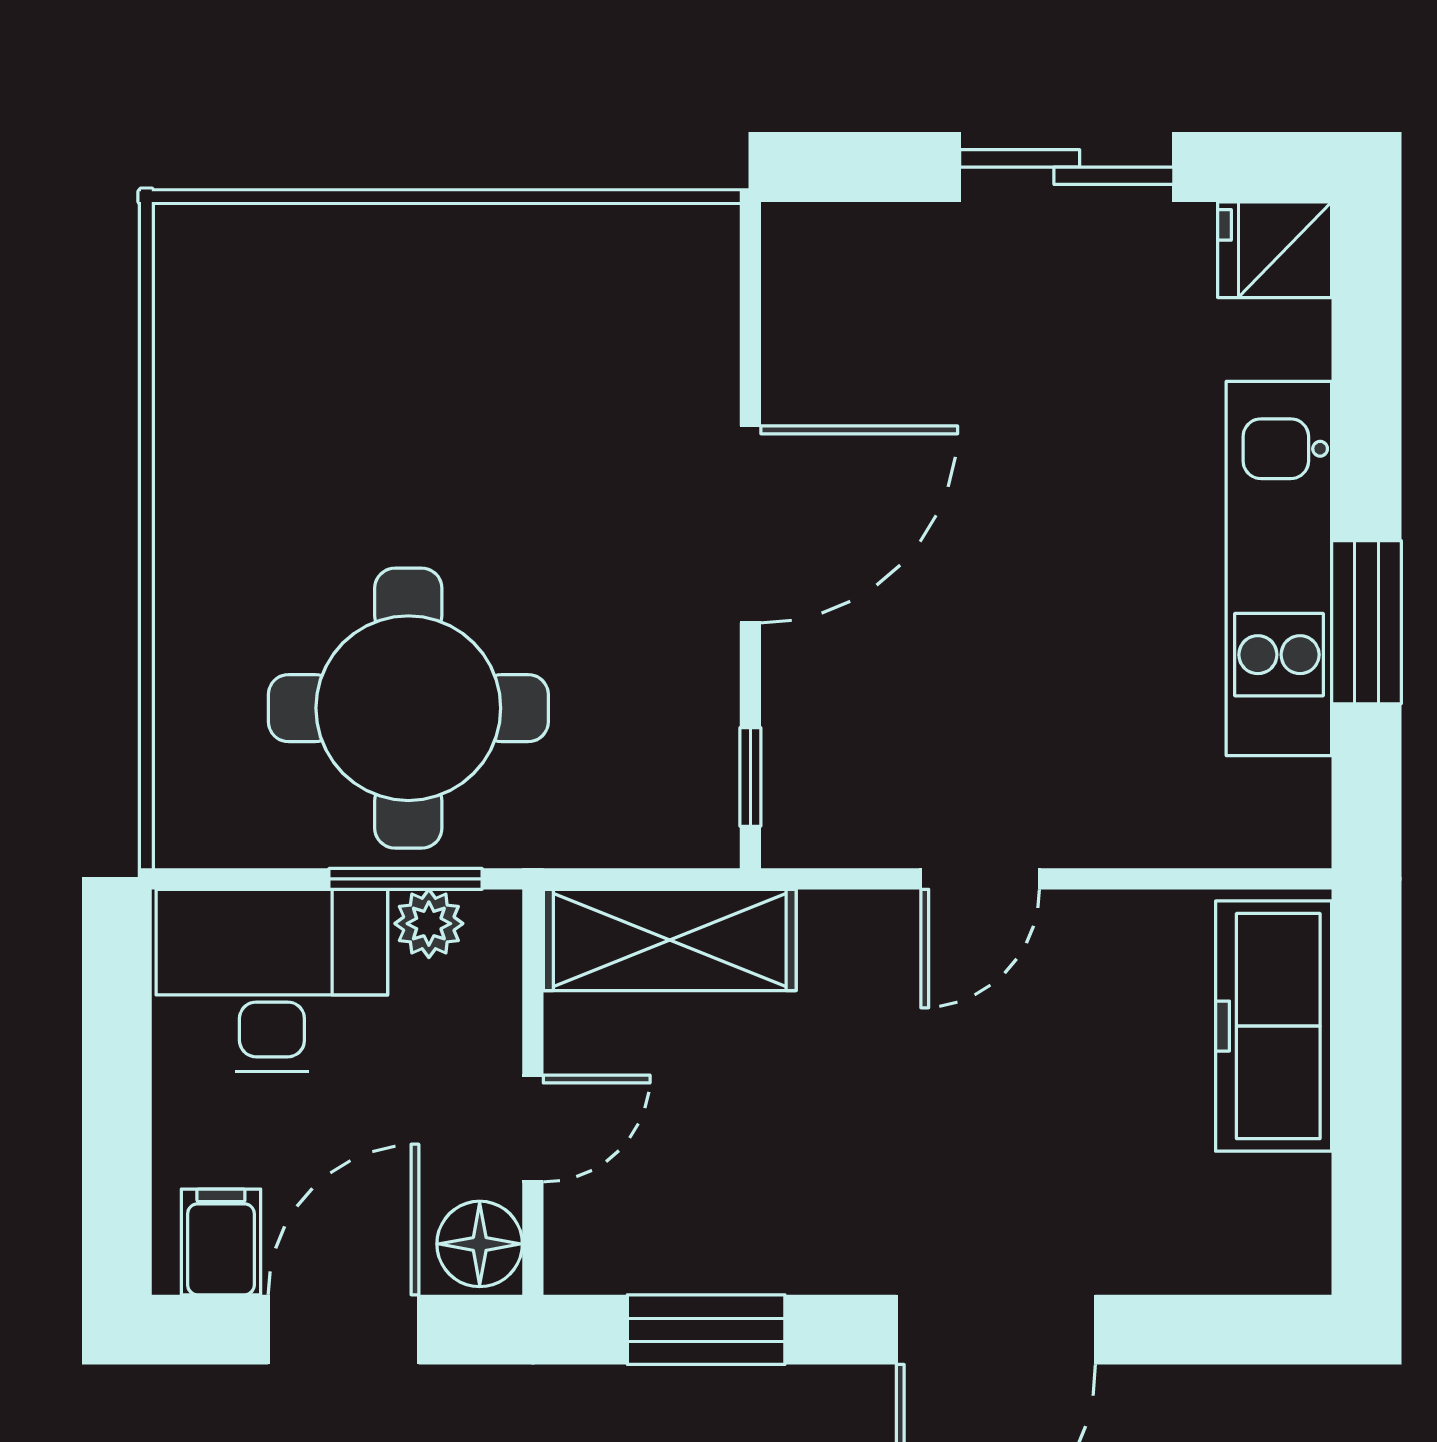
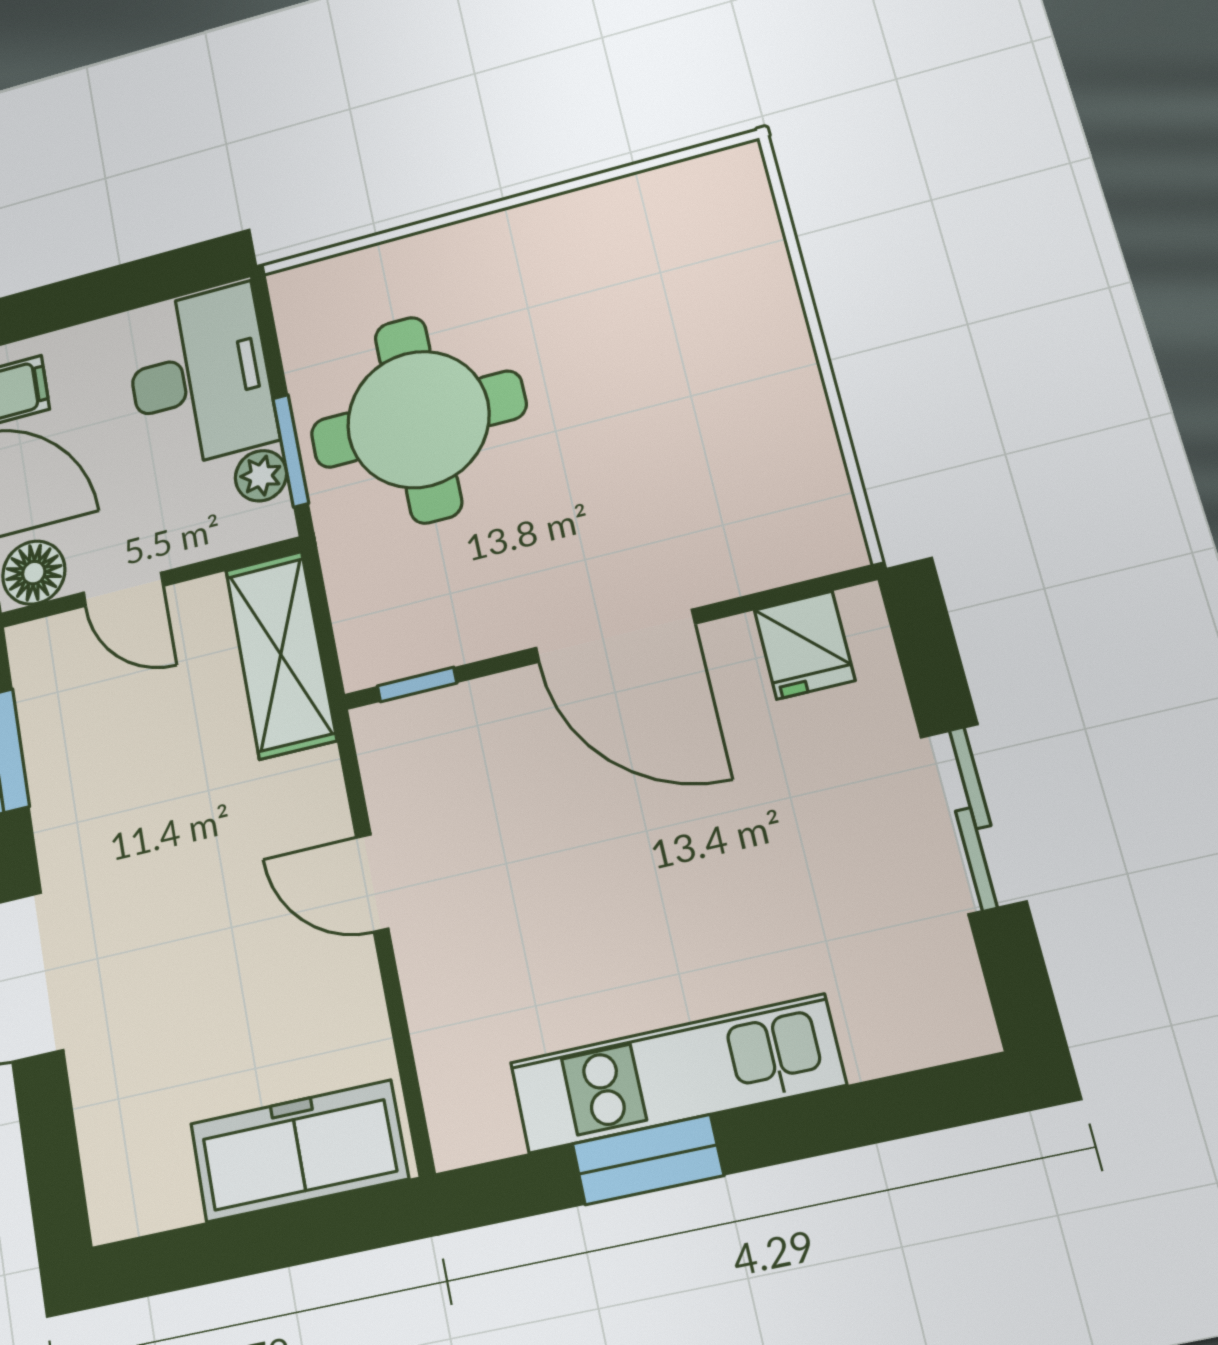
fridge: (1275, 250) -> (804, 645), moved, turned 180

